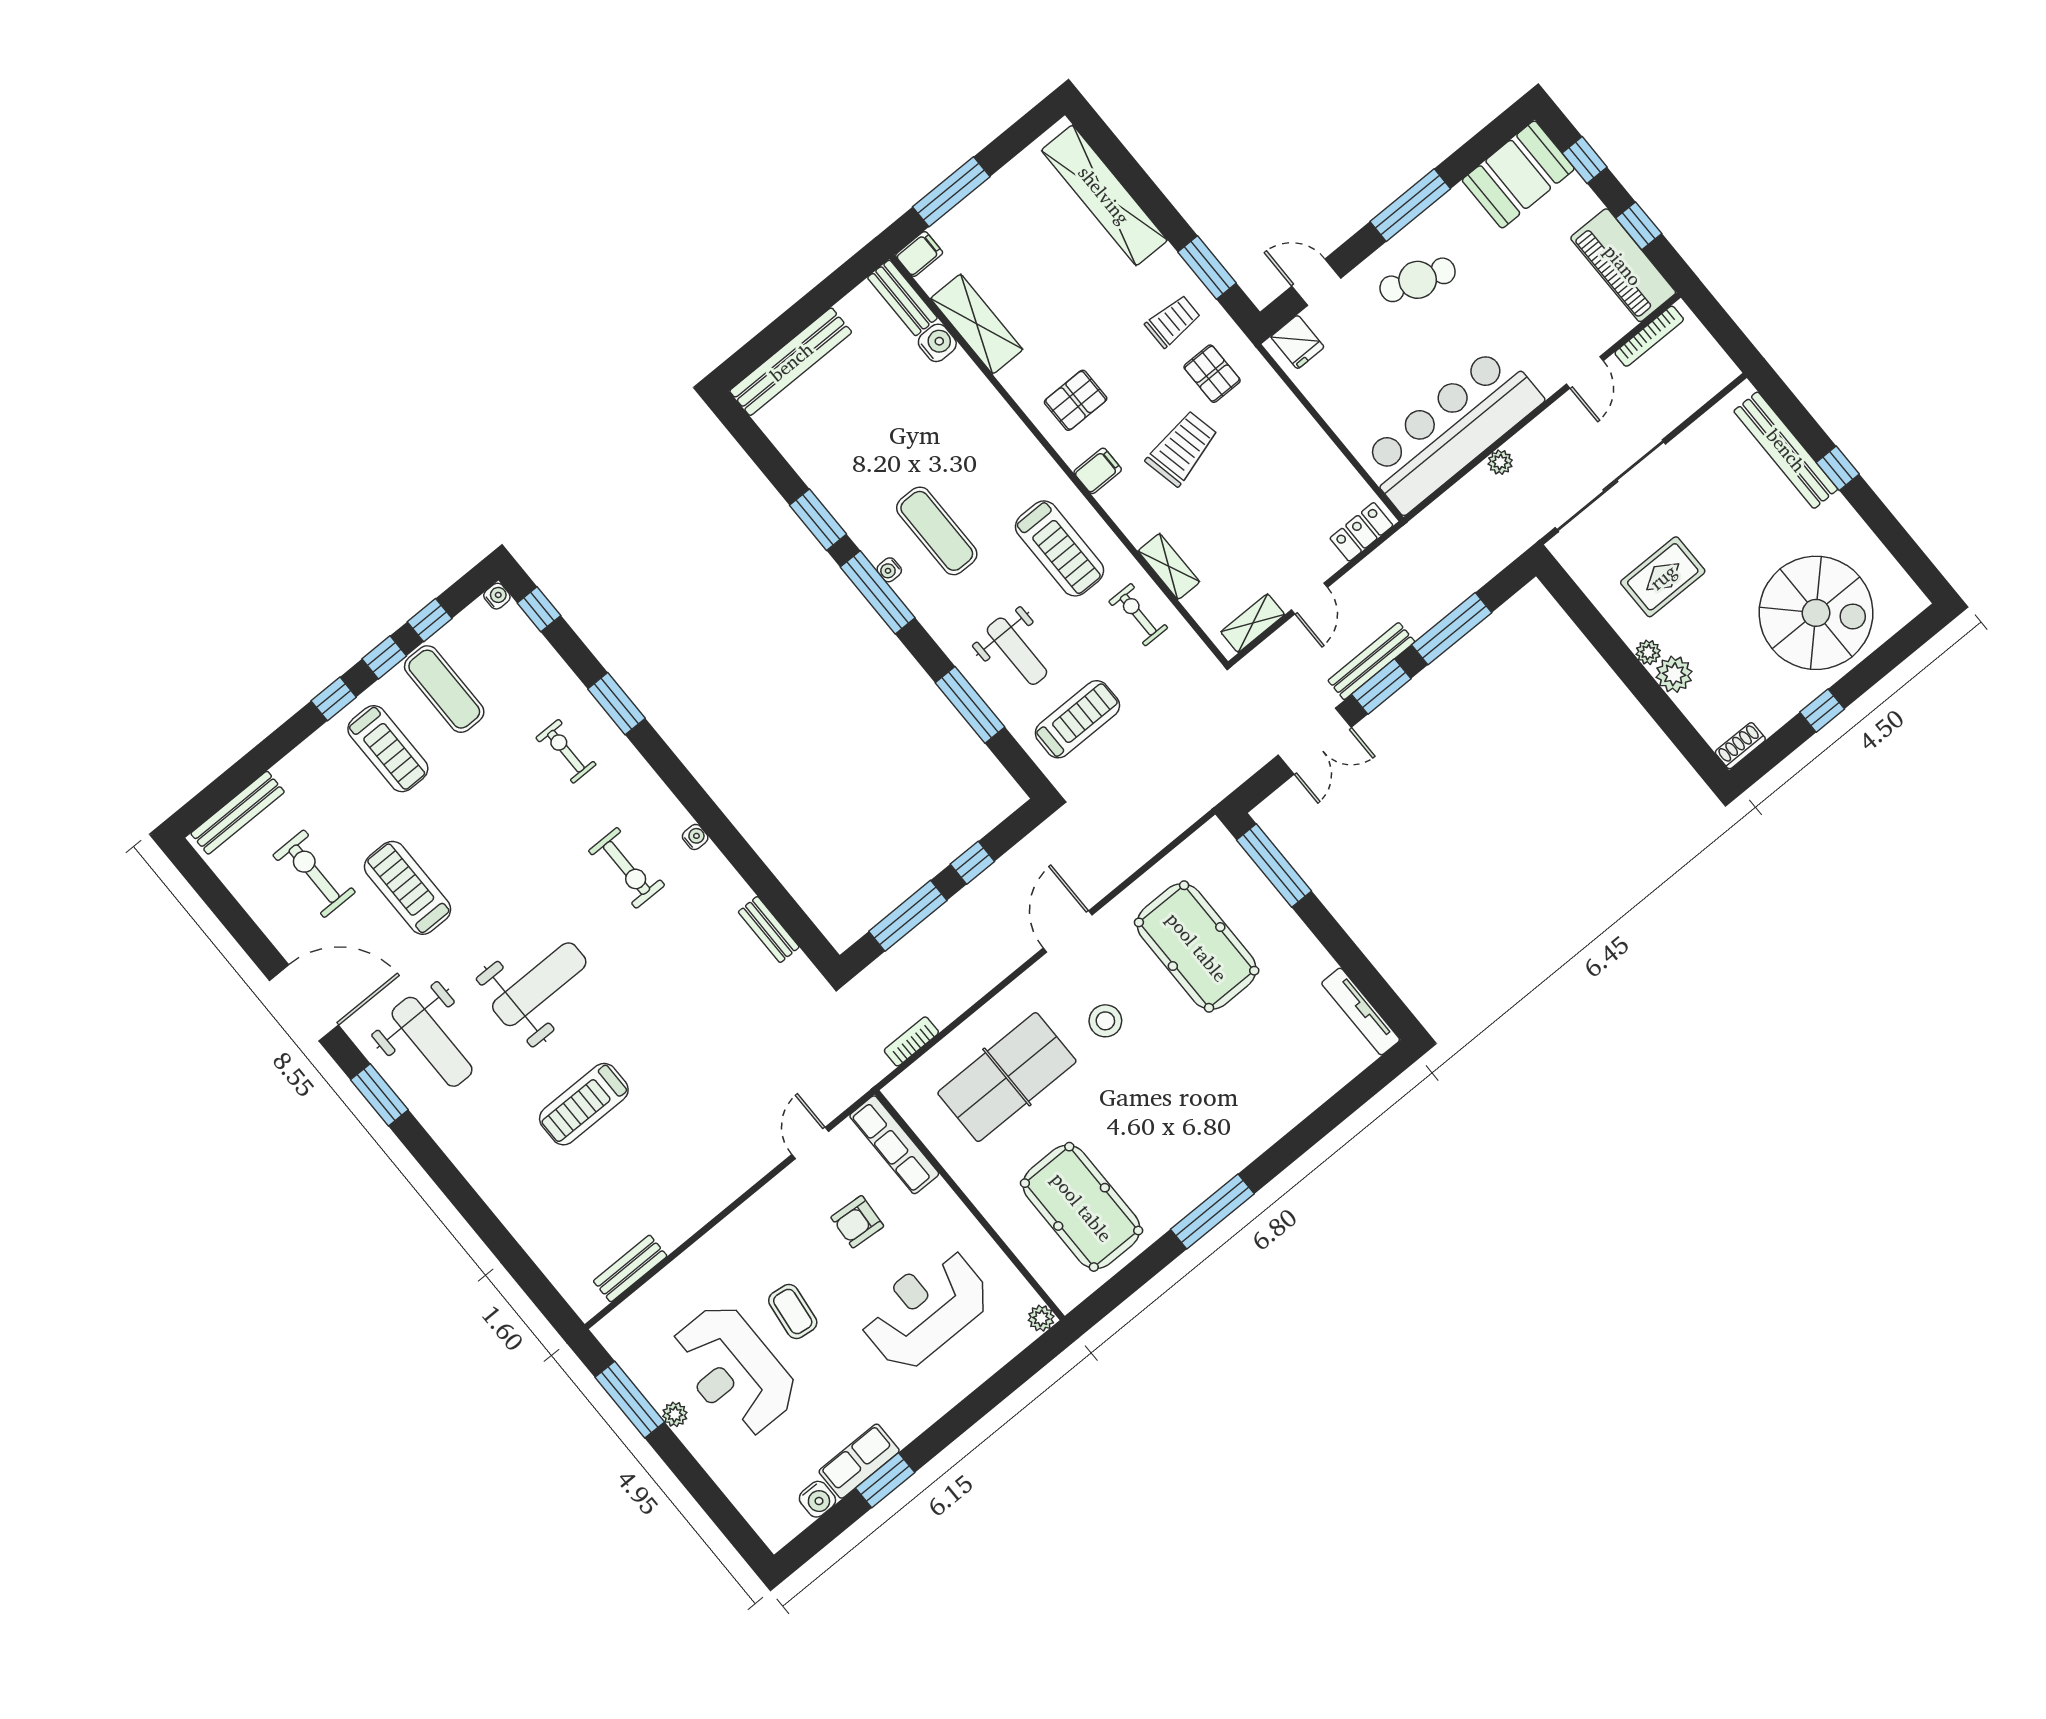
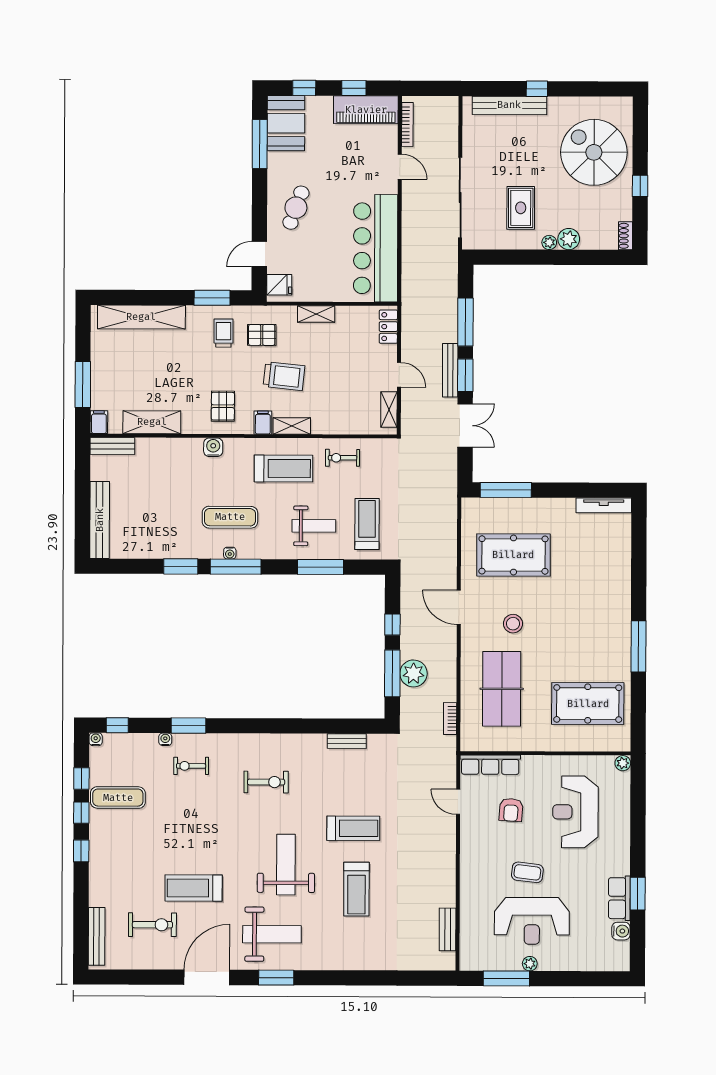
window: (1410, 205) -> (260, 144), moved
water cooler: (937, 343) -> (213, 447), moved
shelving: (1299, 423) -> (316, 314), added
trolley: (1182, 448) -> (284, 376), turned 108
plant: (1500, 462) -> (413, 673), moved, width x1.87, depth x1.87
shelving: (1169, 566) -> (292, 426), moved
spiral stairs: (1816, 613) -> (594, 152), turned -90
treadmill: (388, 749) -> (353, 828), moved
water cooler: (695, 837) -> (165, 739), moved
exercise bike: (314, 874) -> (152, 925), turned 180

